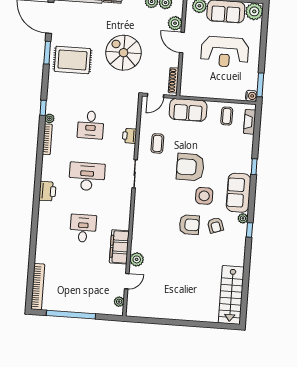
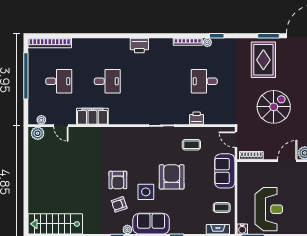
reception desk: (225, 52) -> (269, 209), moved, turned 180
desk: (87, 177) -> (59, 81), moved, width x0.73
plant: (137, 259) -> (38, 133), moved

